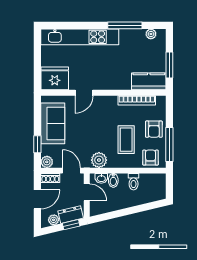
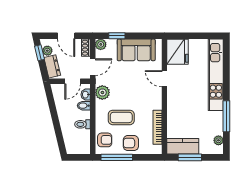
kitchen counter: (149, 81) -> (183, 146), moved, turned -90
window: (71, 225) -> (40, 53), moved

